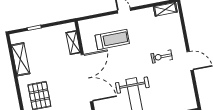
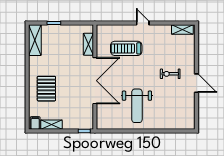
treadmill: (112, 39) -> (126, 48), turned 180
shelving: (20, 59) -> (35, 40), moved

